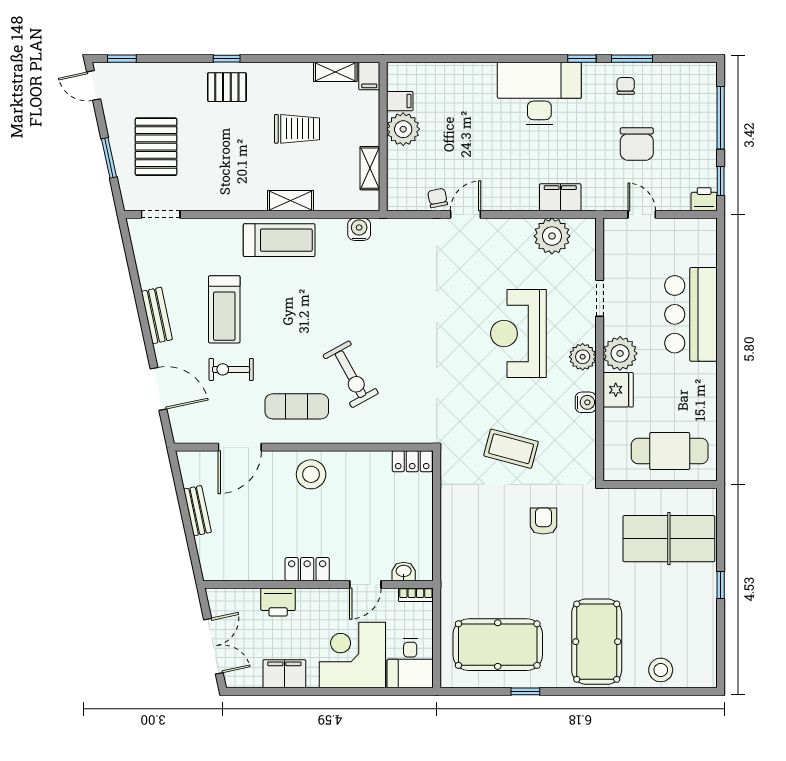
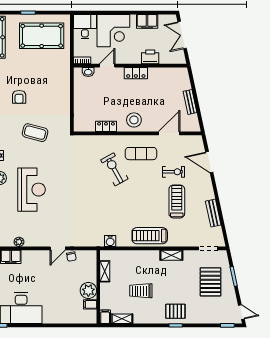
shelving: (291, 201) -> (171, 255), moved
plant: (552, 236) -> (19, 242), width x0.53, depth x0.53
bench: (157, 315) -> (213, 213), moved
locker: (412, 461) -> (106, 126), moved

